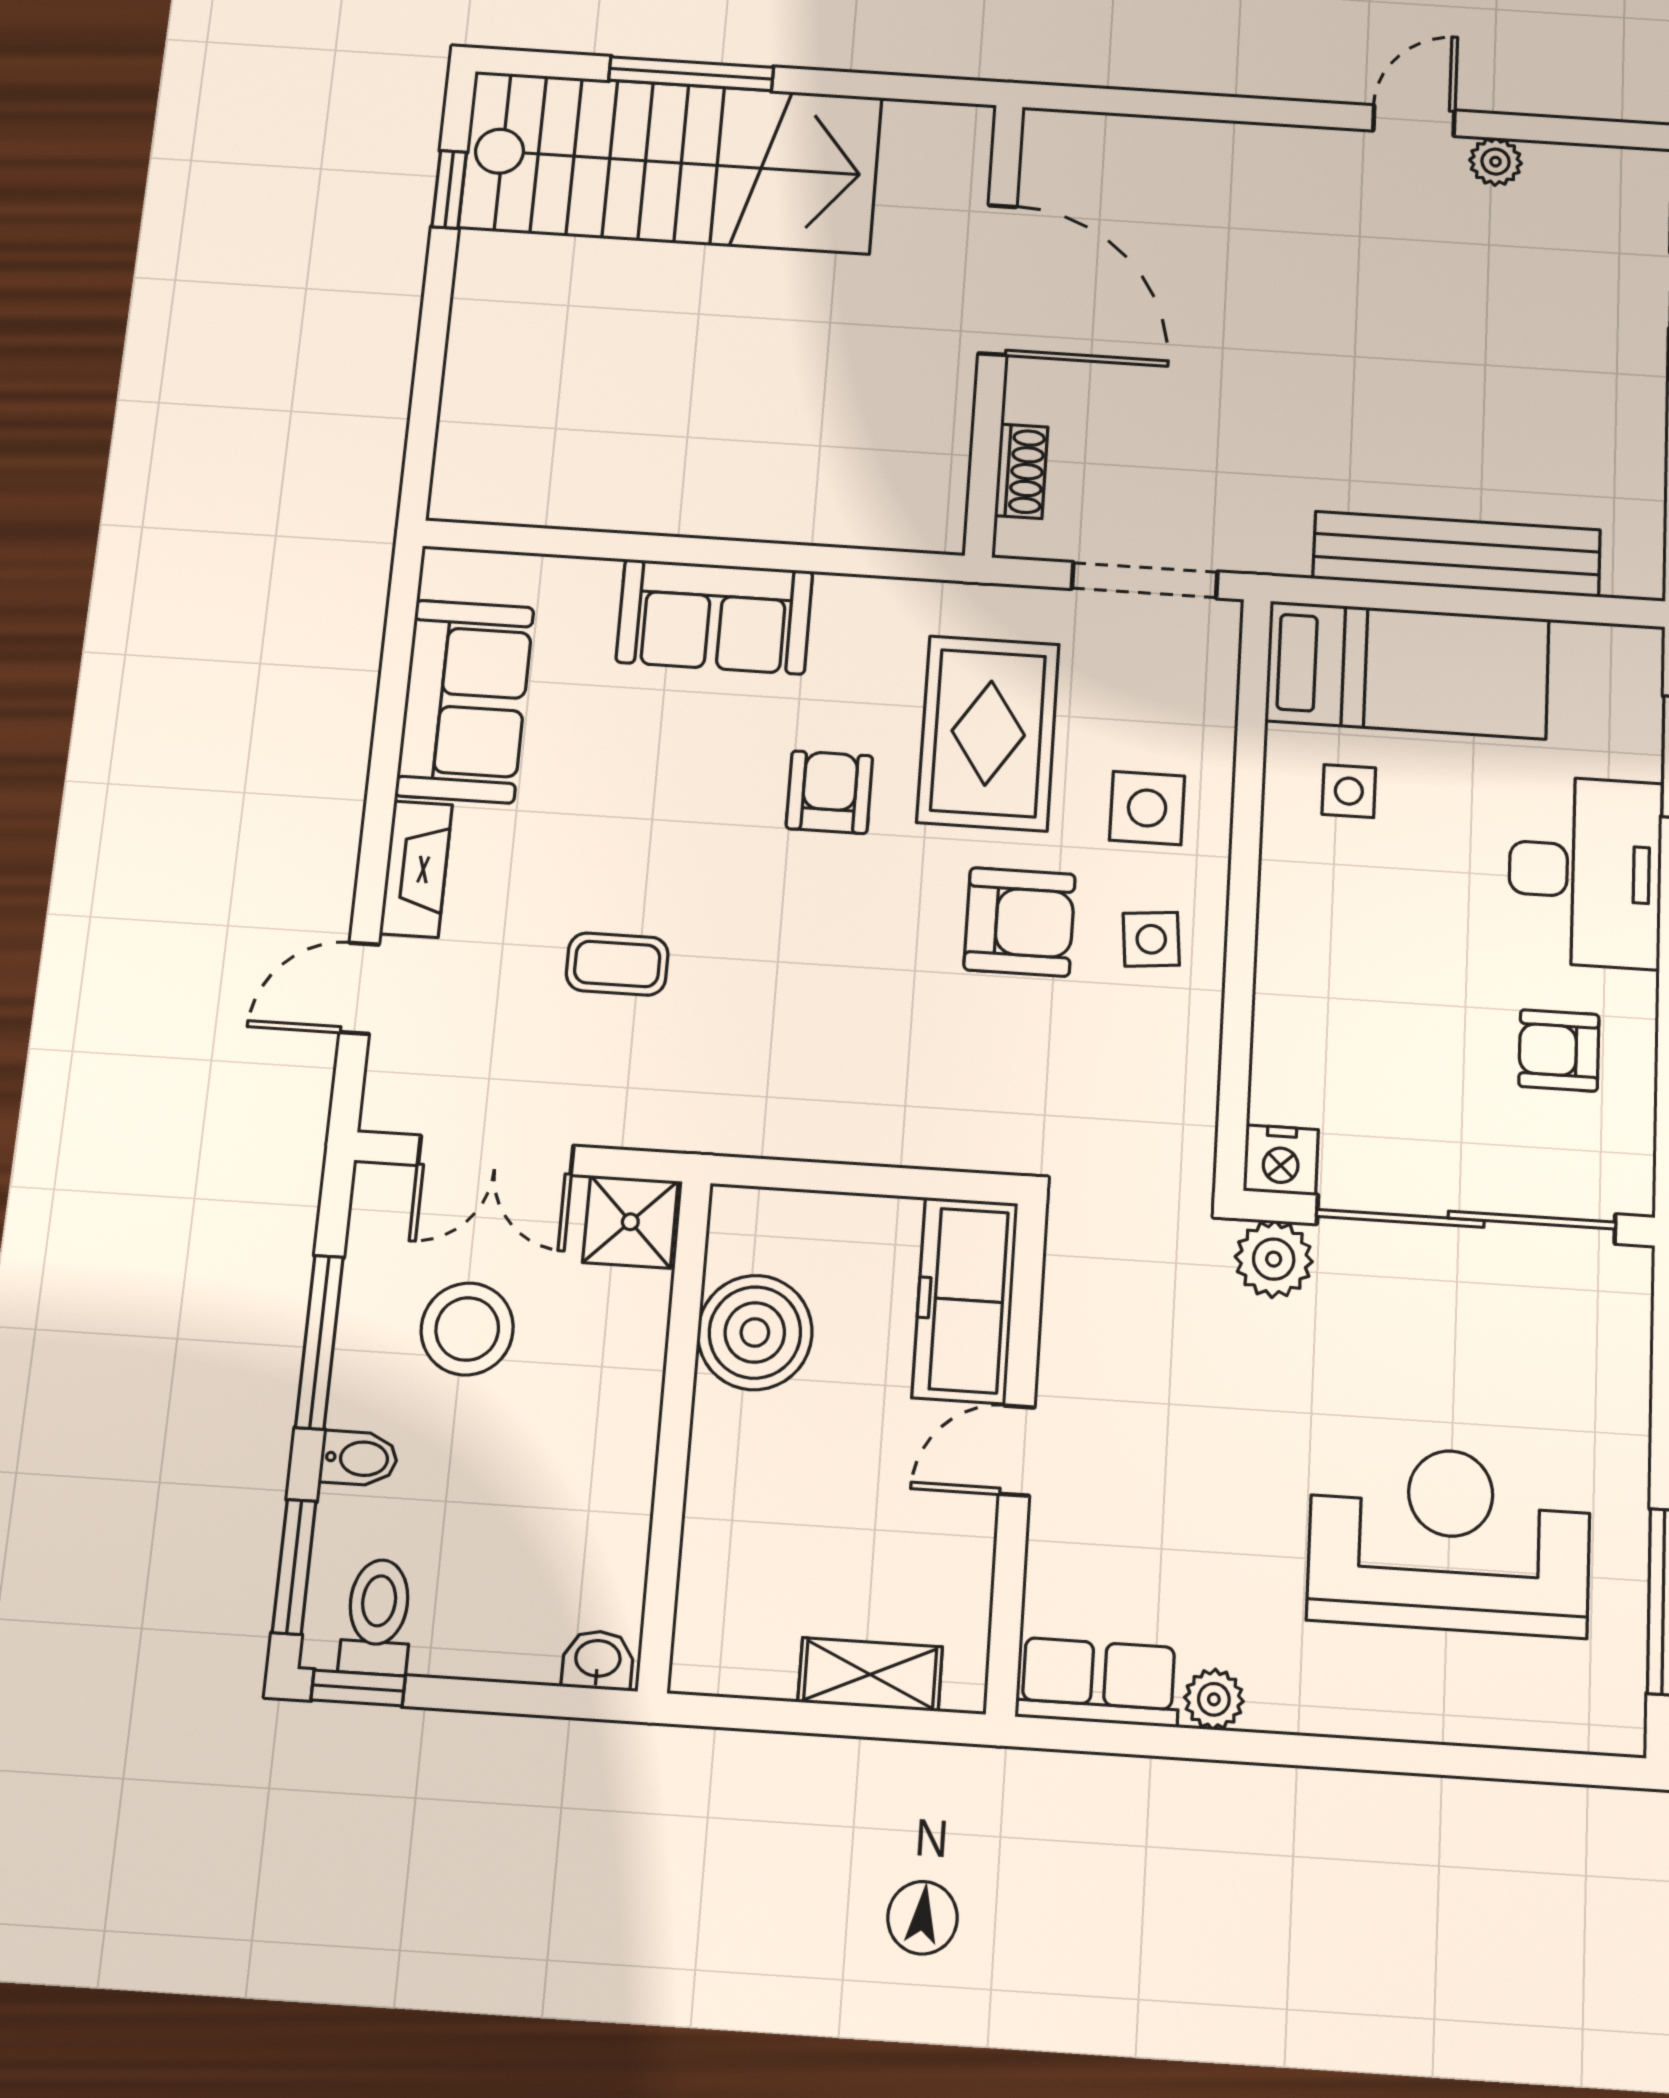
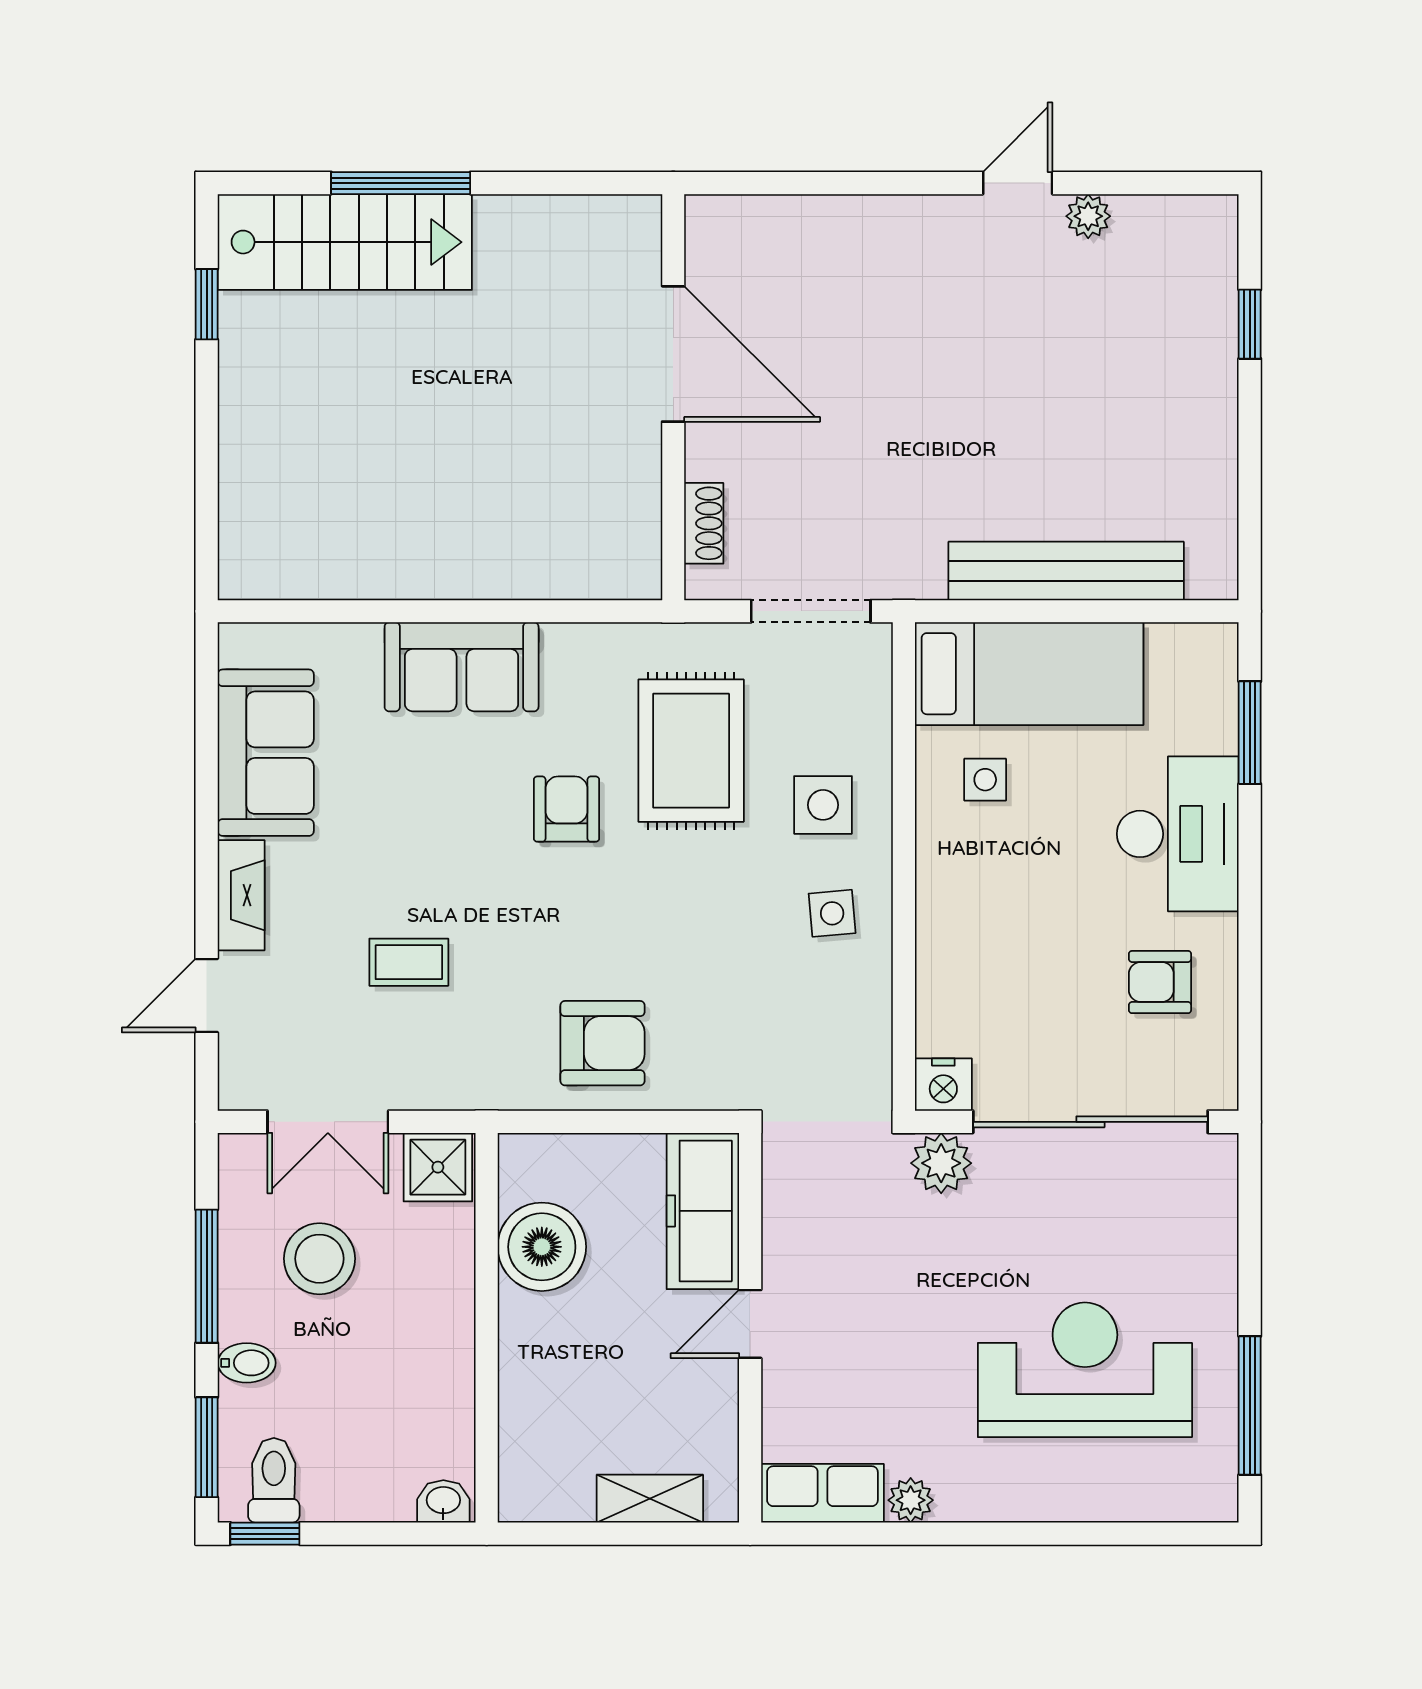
stairs: (671, 162) -> (345, 242), width x0.73, depth x0.66
armchair: (1020, 922) -> (602, 1043), moved

